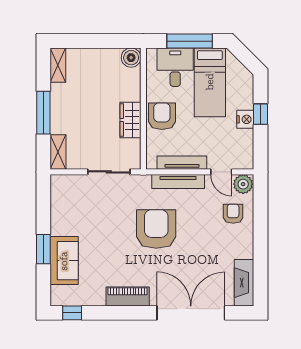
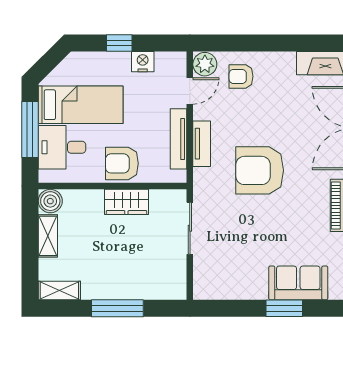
nightstand: (245, 119) -> (143, 62), moved
shelving: (58, 152) -> (48, 236), moved, turned 90
tv unit: (178, 182) -> (202, 144), width x0.71

